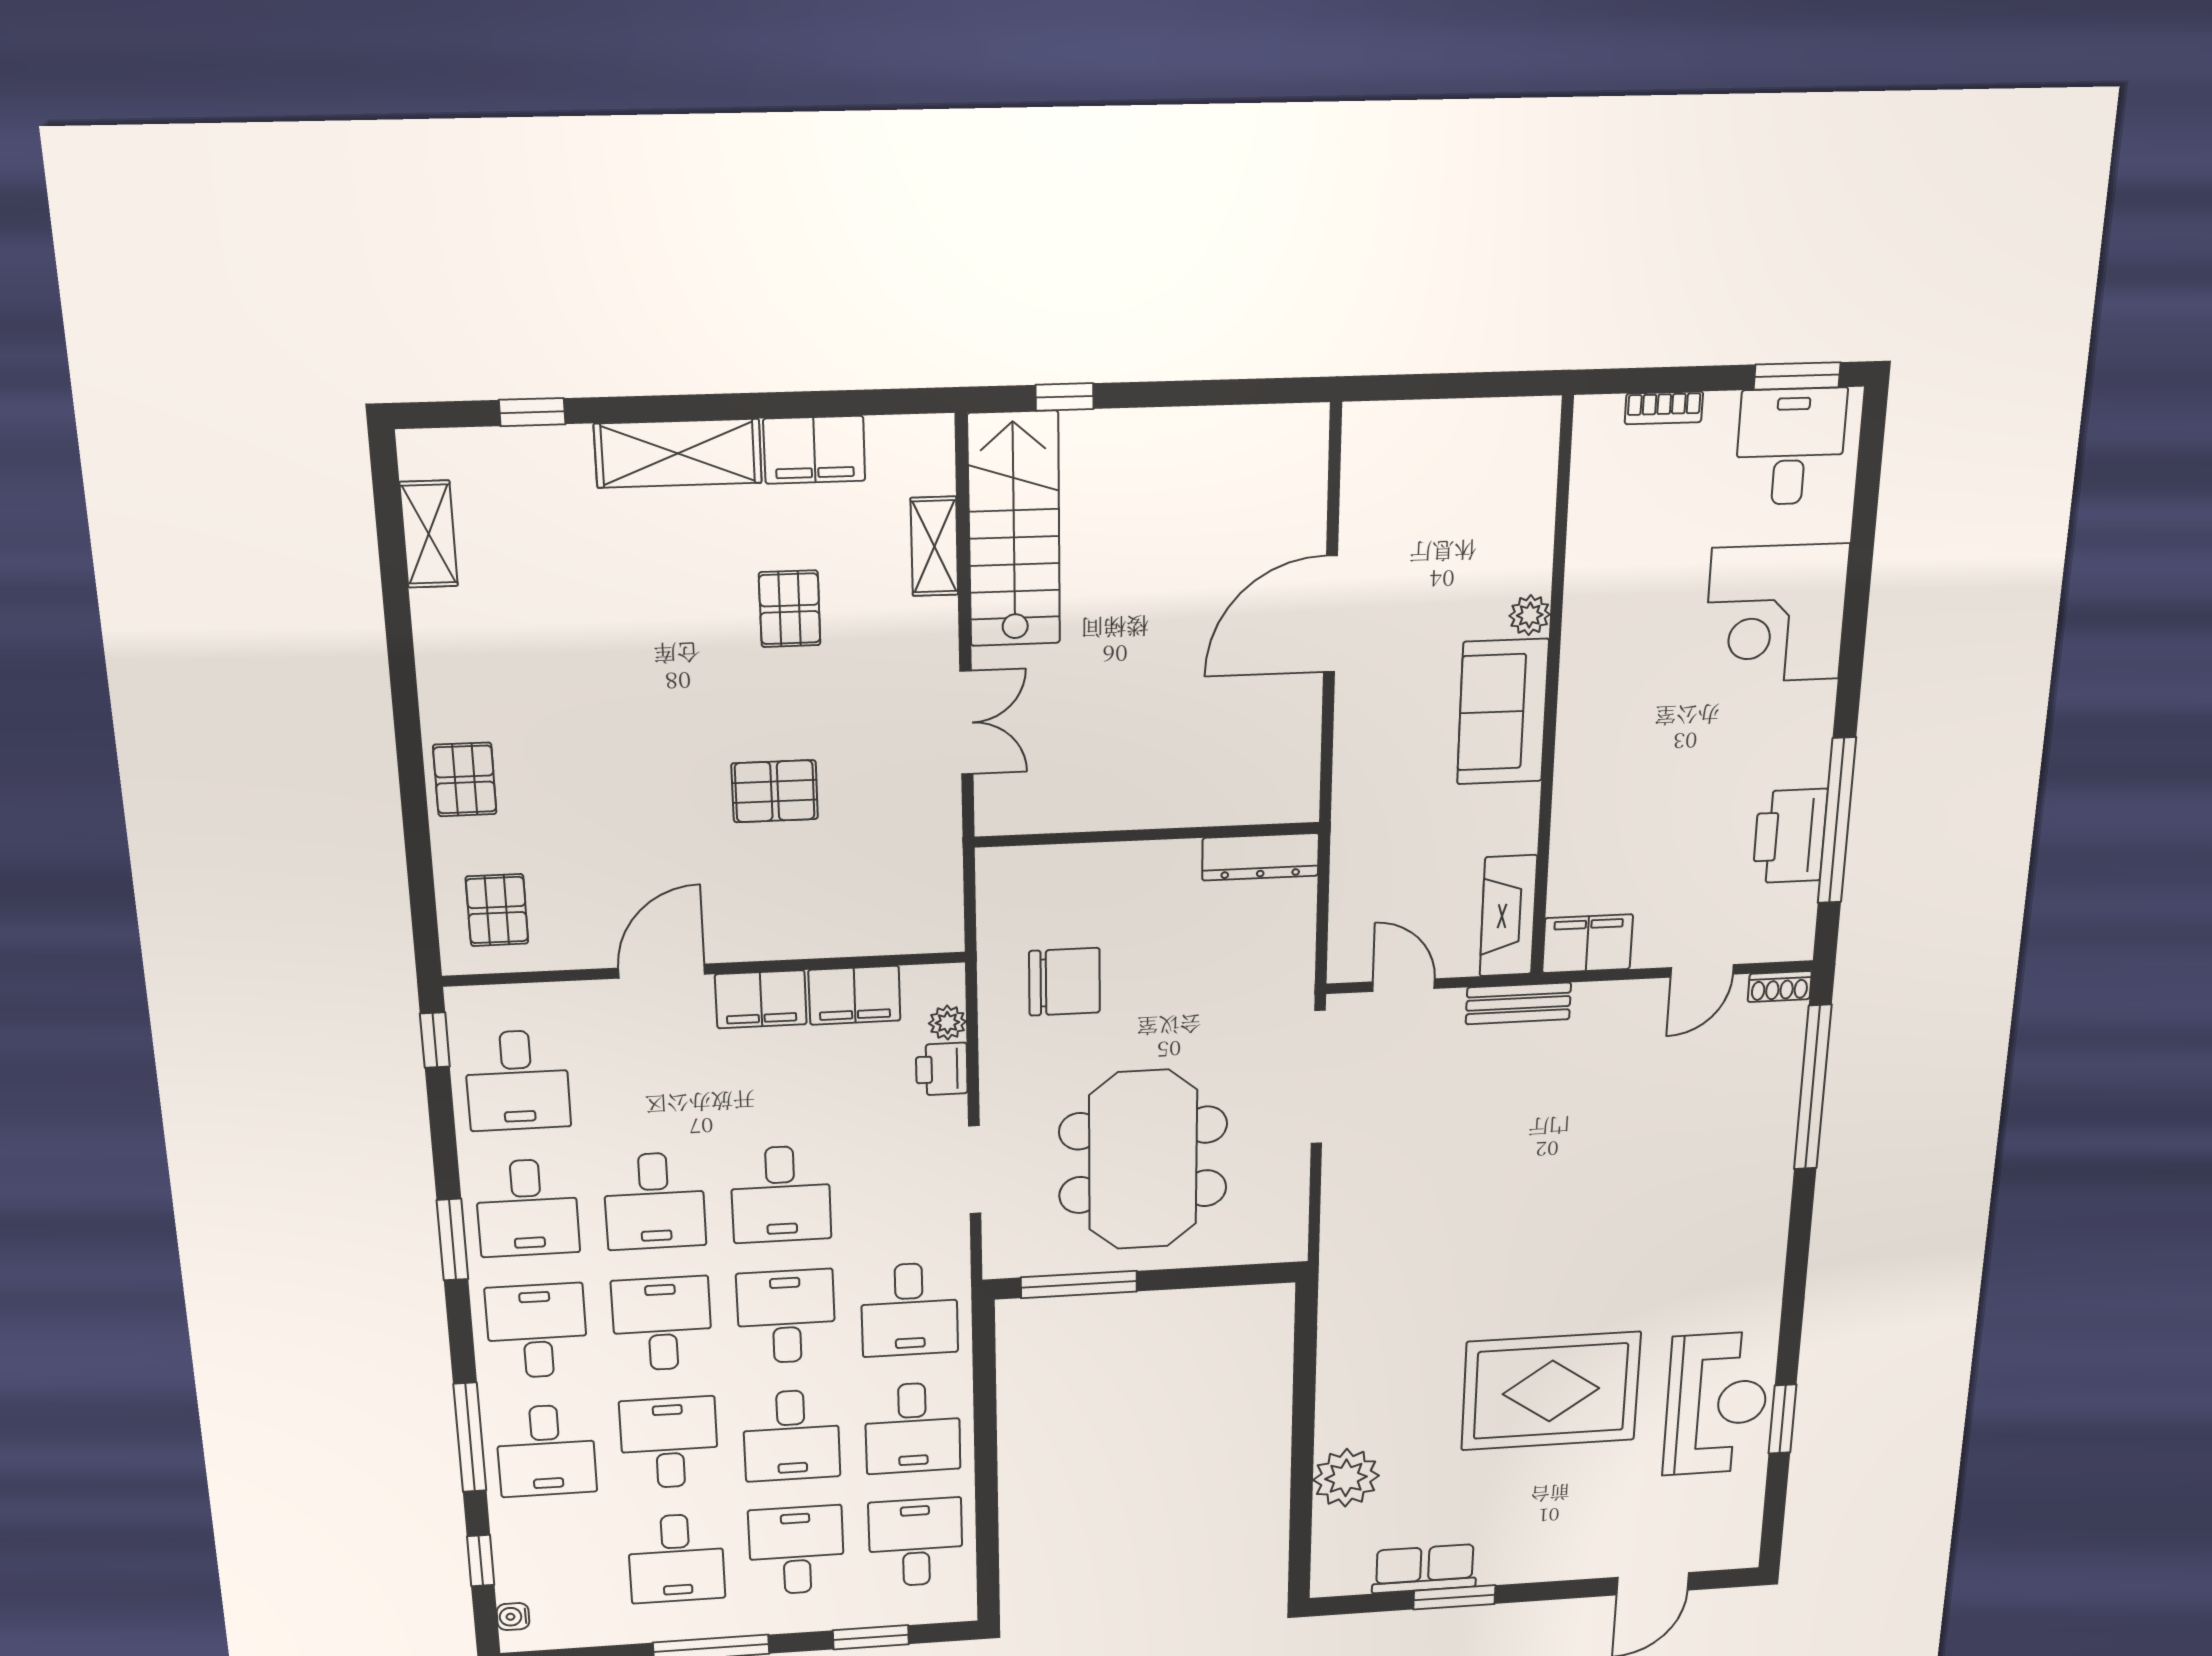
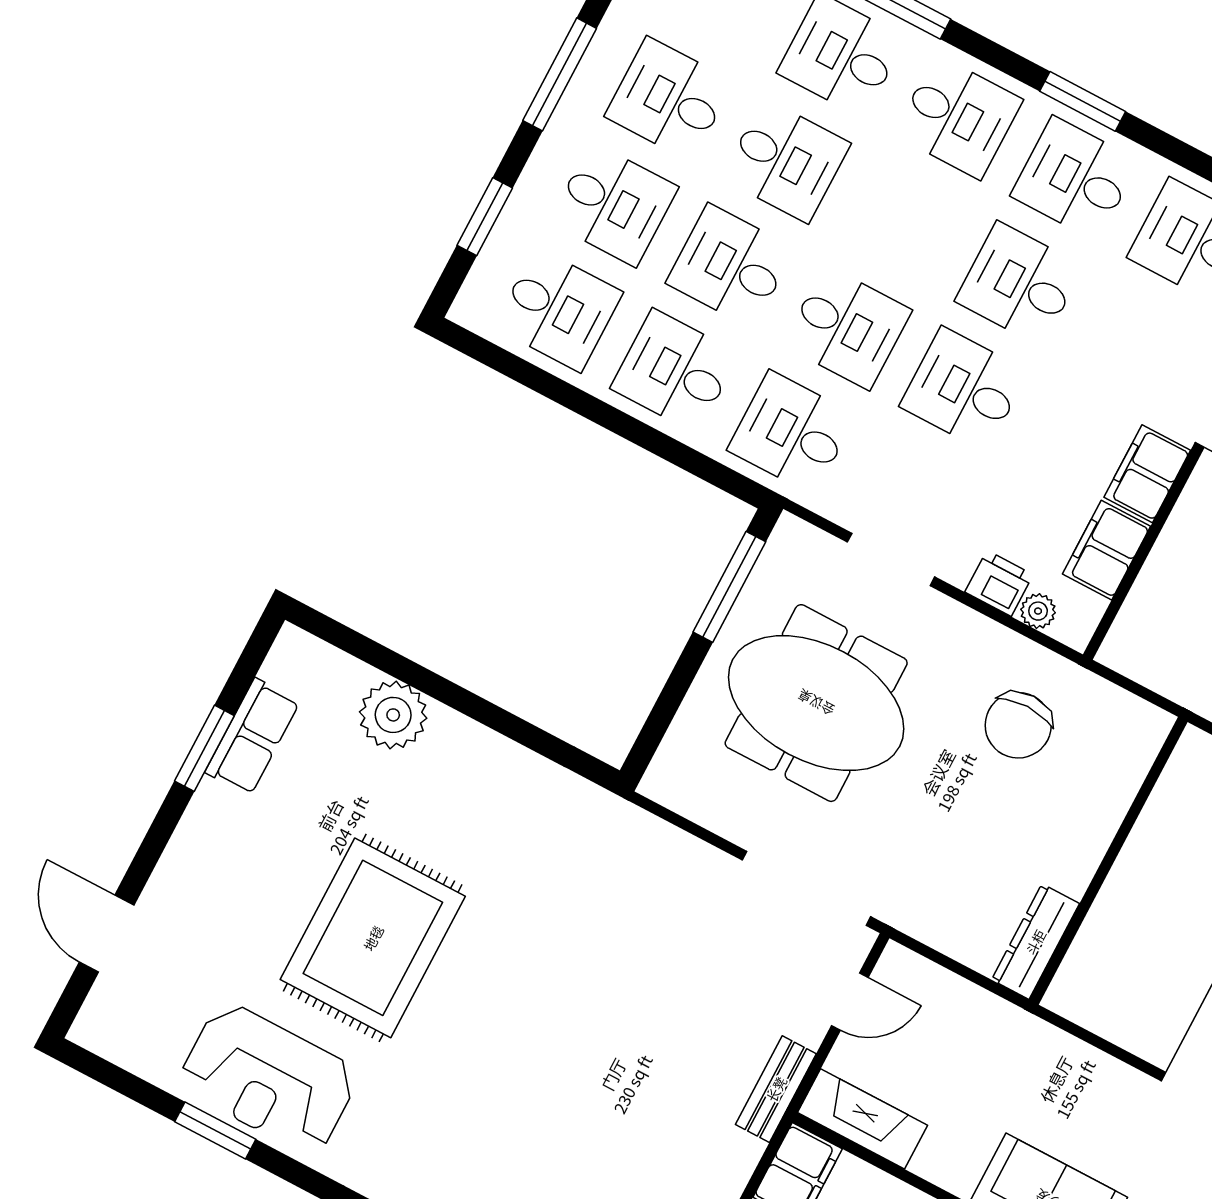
desk: (662, 1324) -> (903, 222), removed

